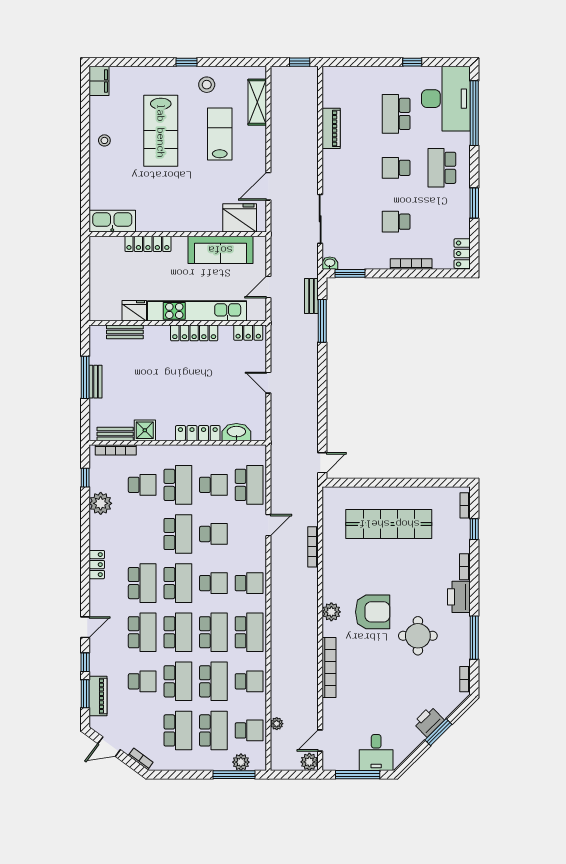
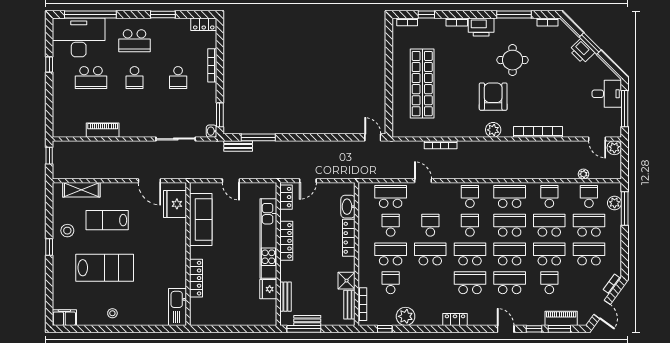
fridge: (134, 311) -> (268, 289), moved
kitchen unit: (197, 311) -> (268, 238), moved
wall: (178, 323) -> (278, 254), moved
bench: (125, 332) -> (285, 297), moved
locker: (194, 333) -> (286, 241), moved
locker: (248, 333) -> (286, 197), moved

